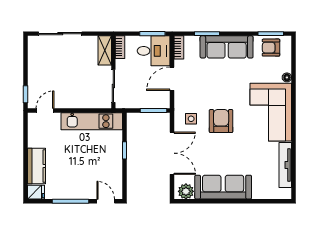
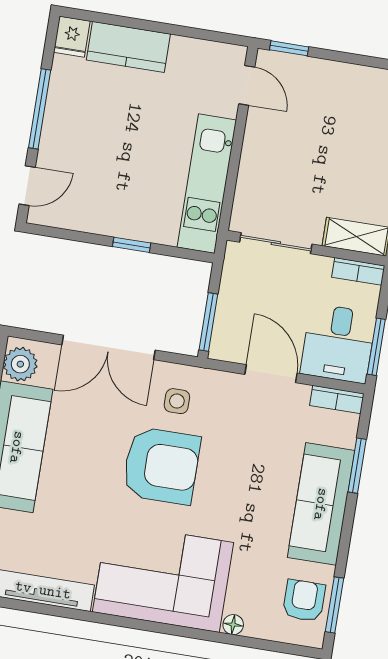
armchair: (221, 121) -> (161, 466), width x1.36, depth x1.36

